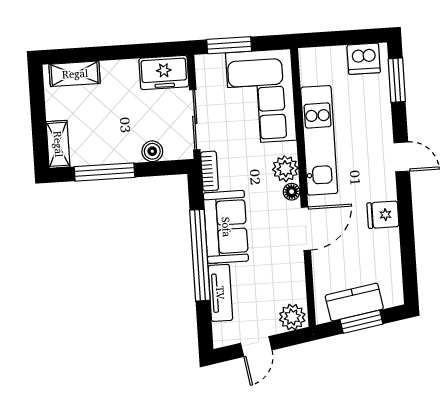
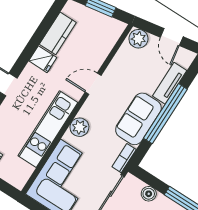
floor lamp: (292, 192) -> (86, 111), removed
door: (306, 229) -> (93, 84), width x0.73
kitchen counter: (354, 302) -> (58, 33), moved, turned -80
door: (256, 347) -> (172, 37), swing flipped

